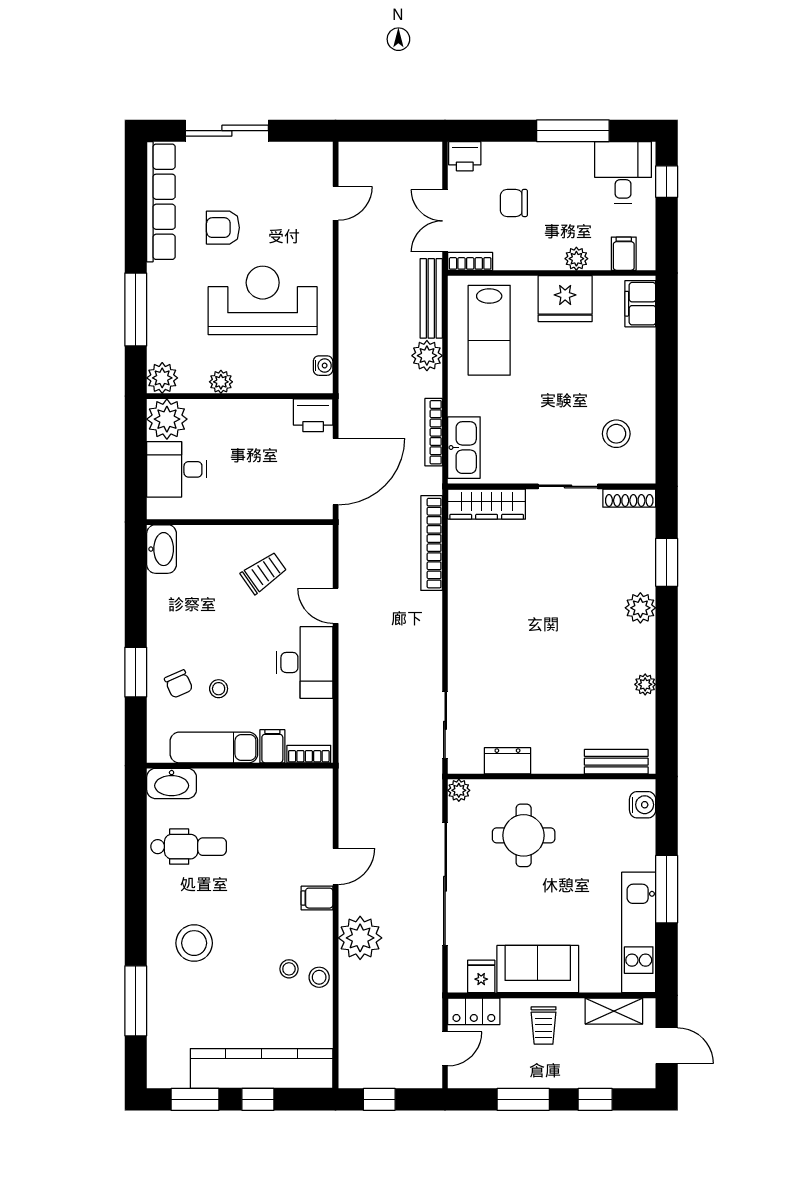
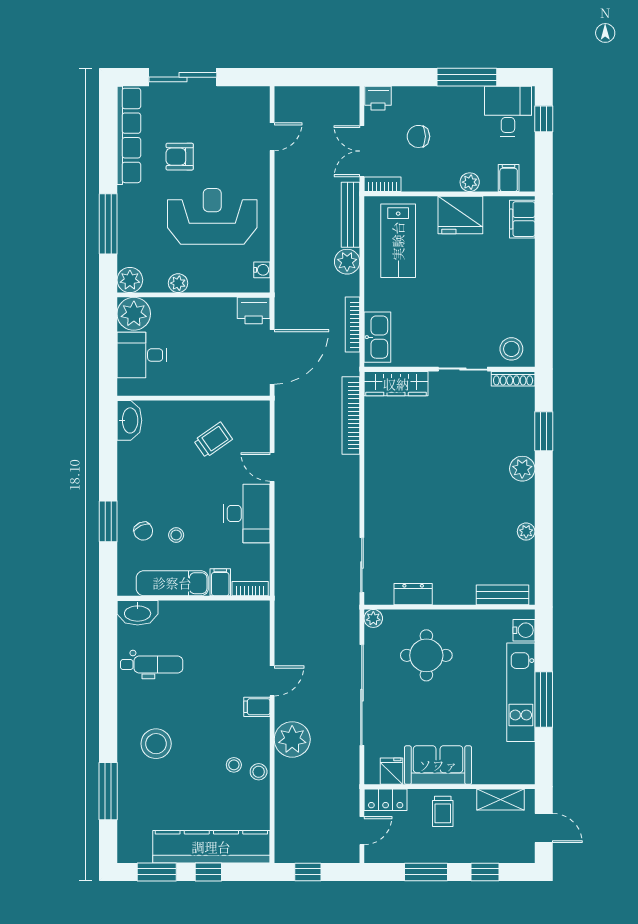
stool: (616, 434) -> (511, 349), moved
kitchen unit: (639, 932) -> (521, 692), moved

